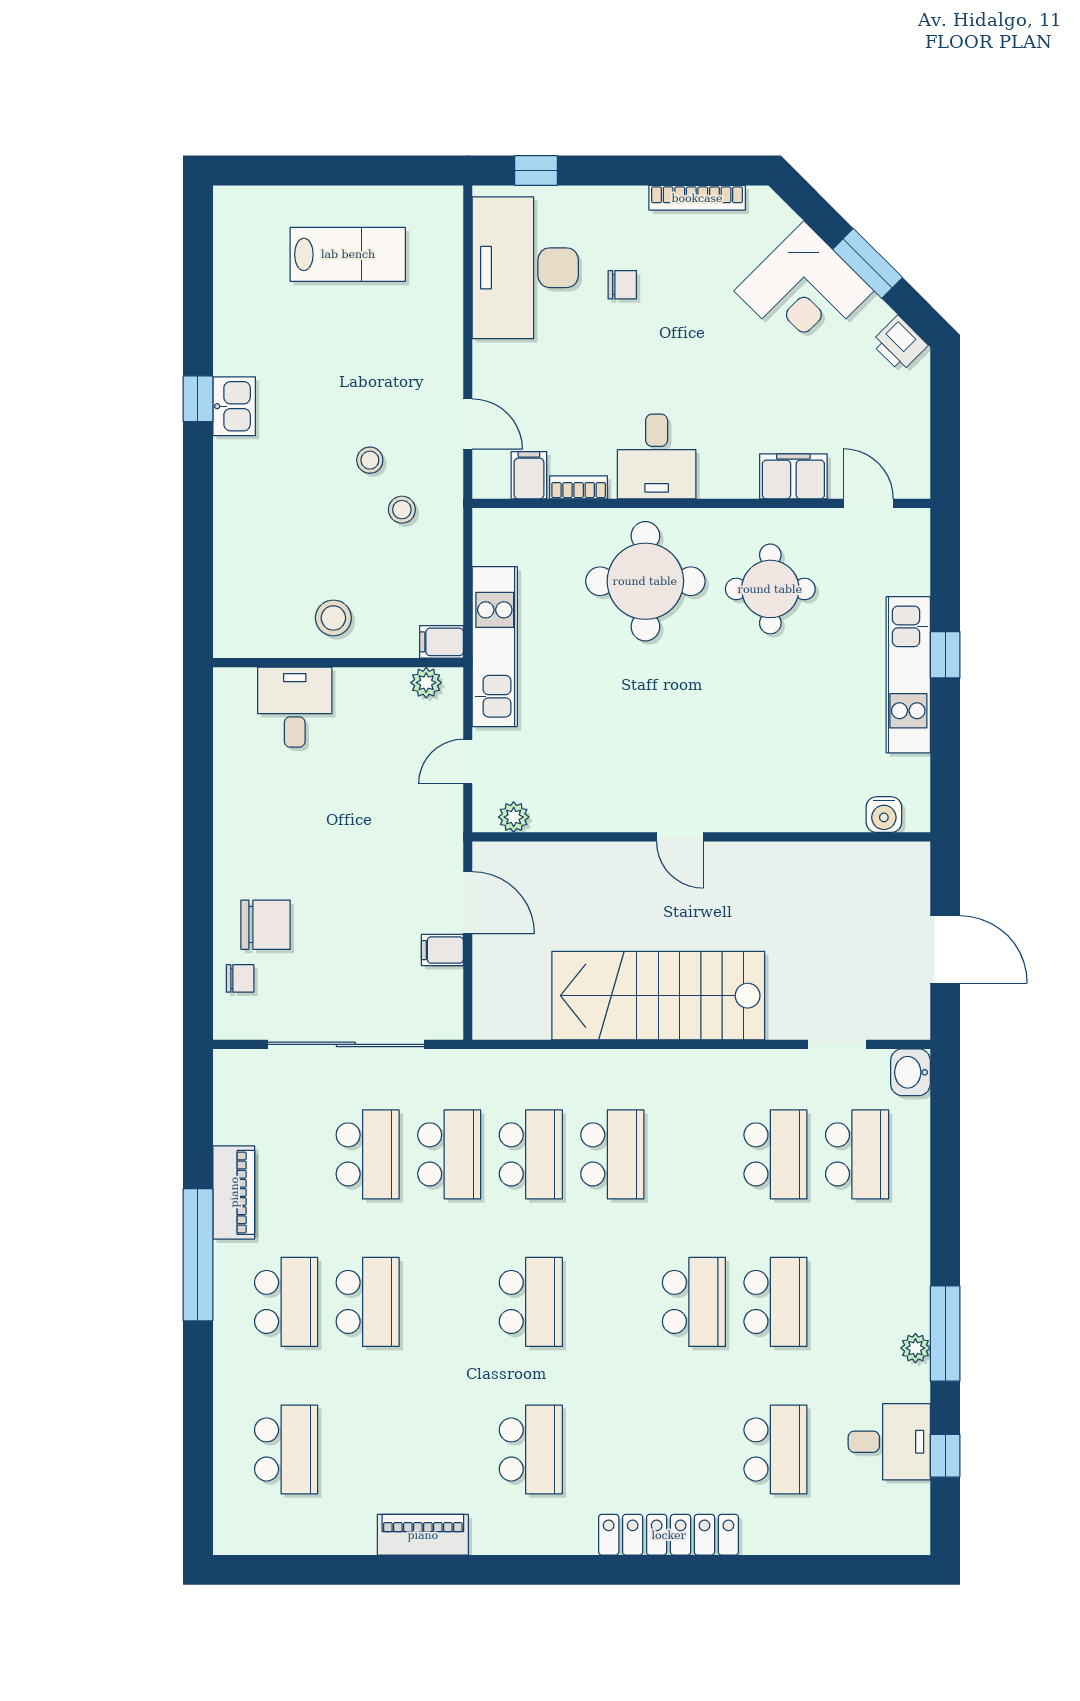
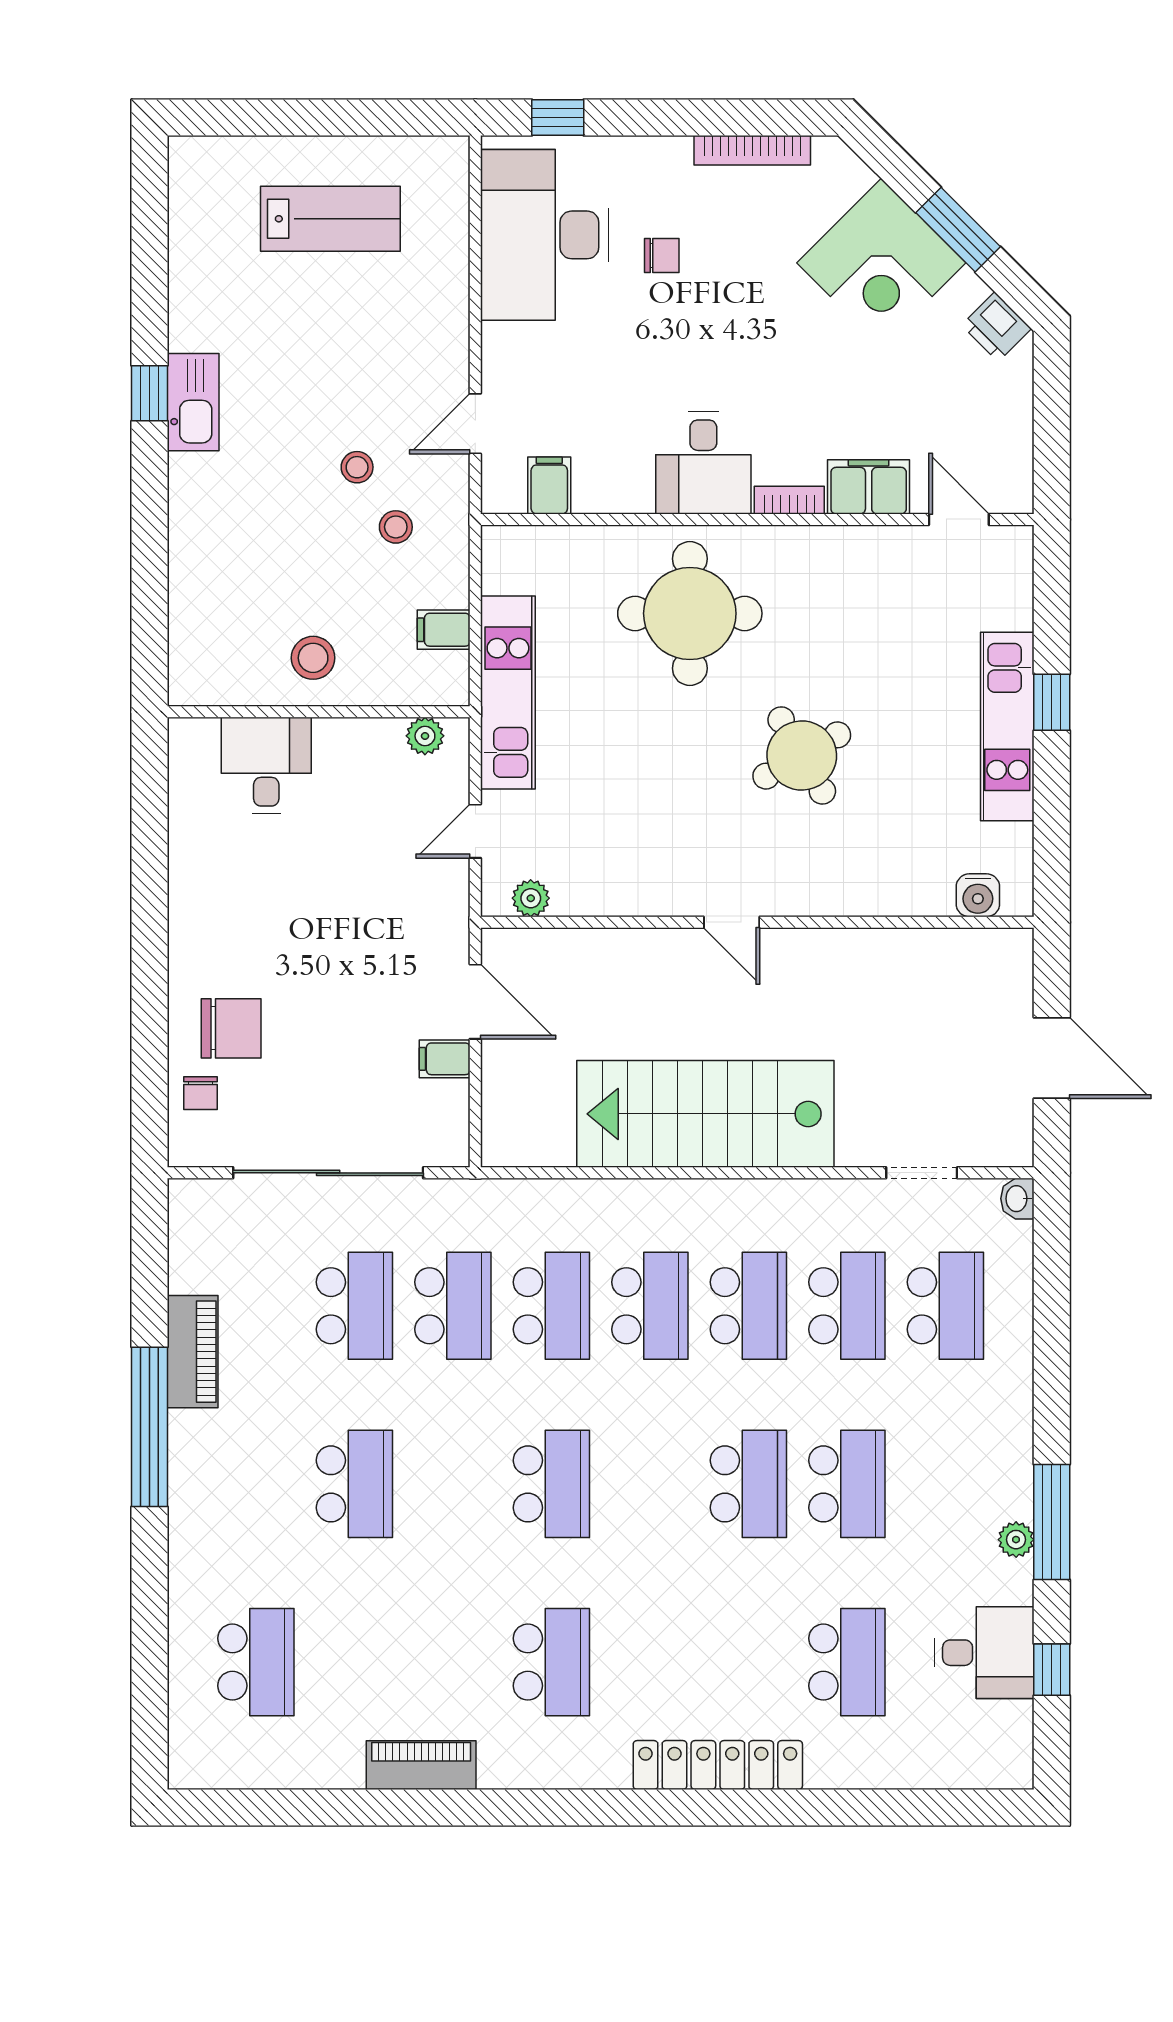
kitchen sink: (234, 406) -> (193, 402), width x1.38
door: (468, 424) -> (475, 424), swing flipped
bookcase: (579, 487) -> (789, 500), moved
round table: (770, 589) -> (802, 755), moved, turned -30
filing cabinet: (442, 642) -> (444, 630), moved
chair: (240, 978) -> (200, 1093), turned 90
washbasin: (910, 1072) -> (1017, 1199), width x0.72, depth x0.69
school desk: (286, 1302) -> (748, 1306), moved

